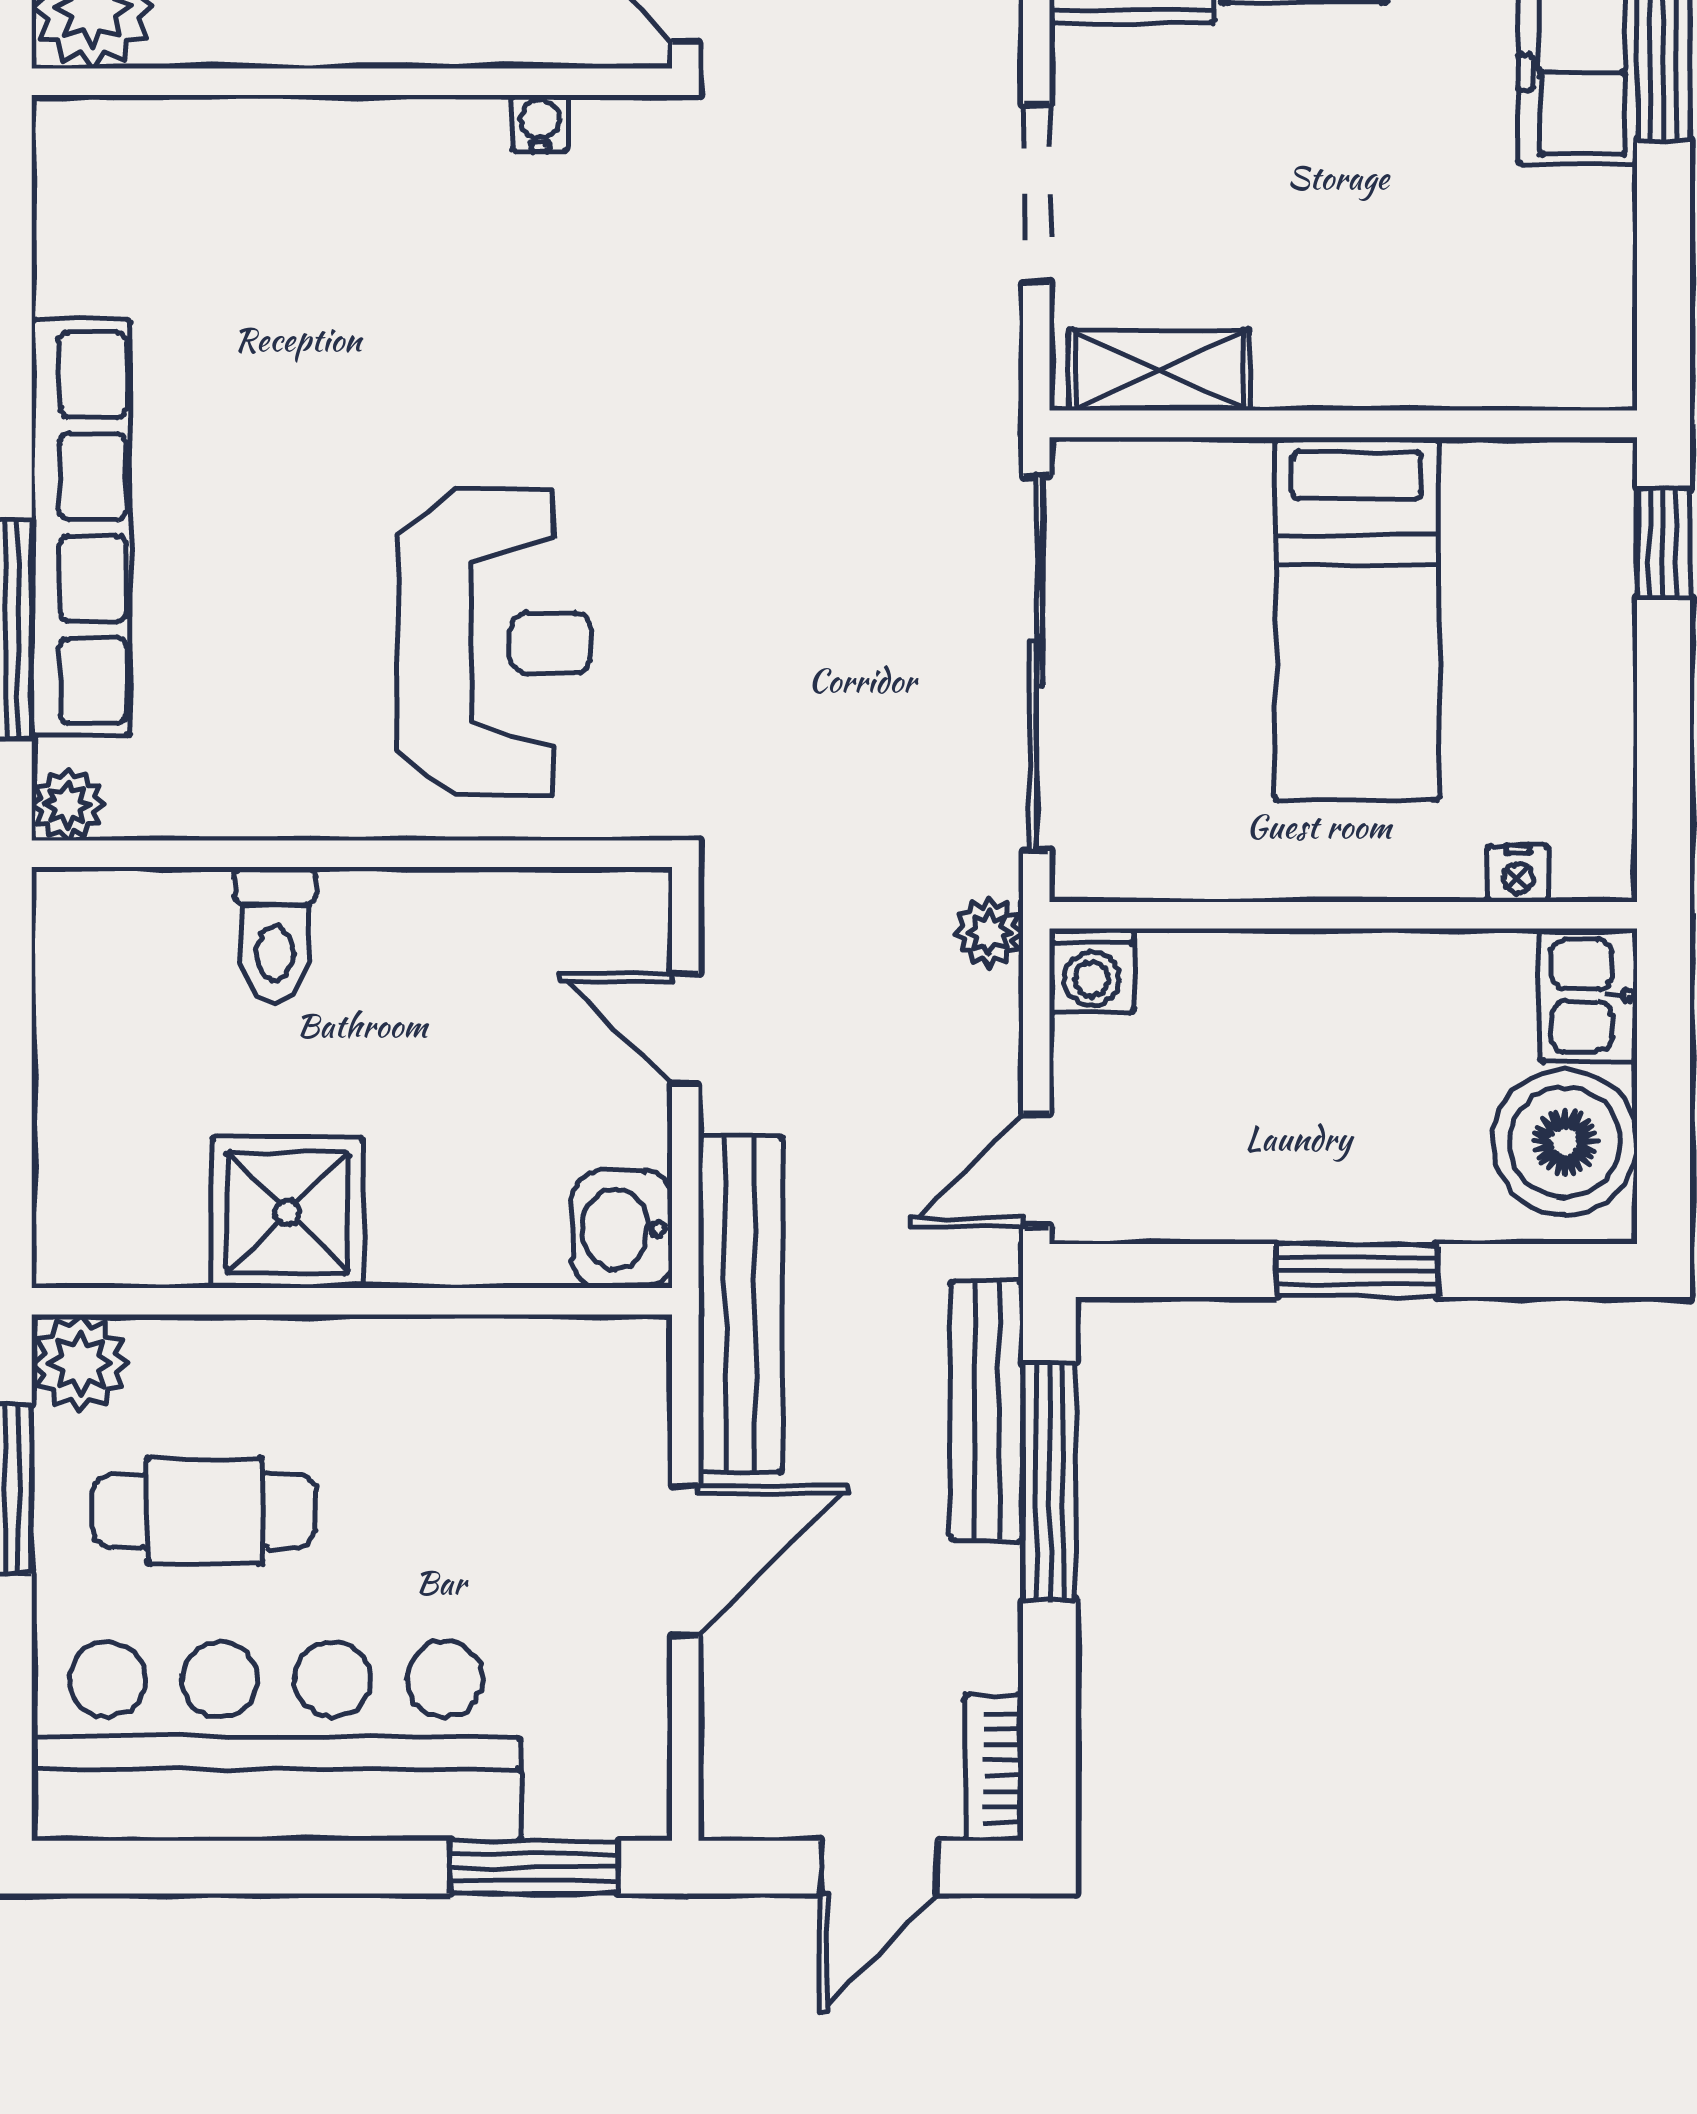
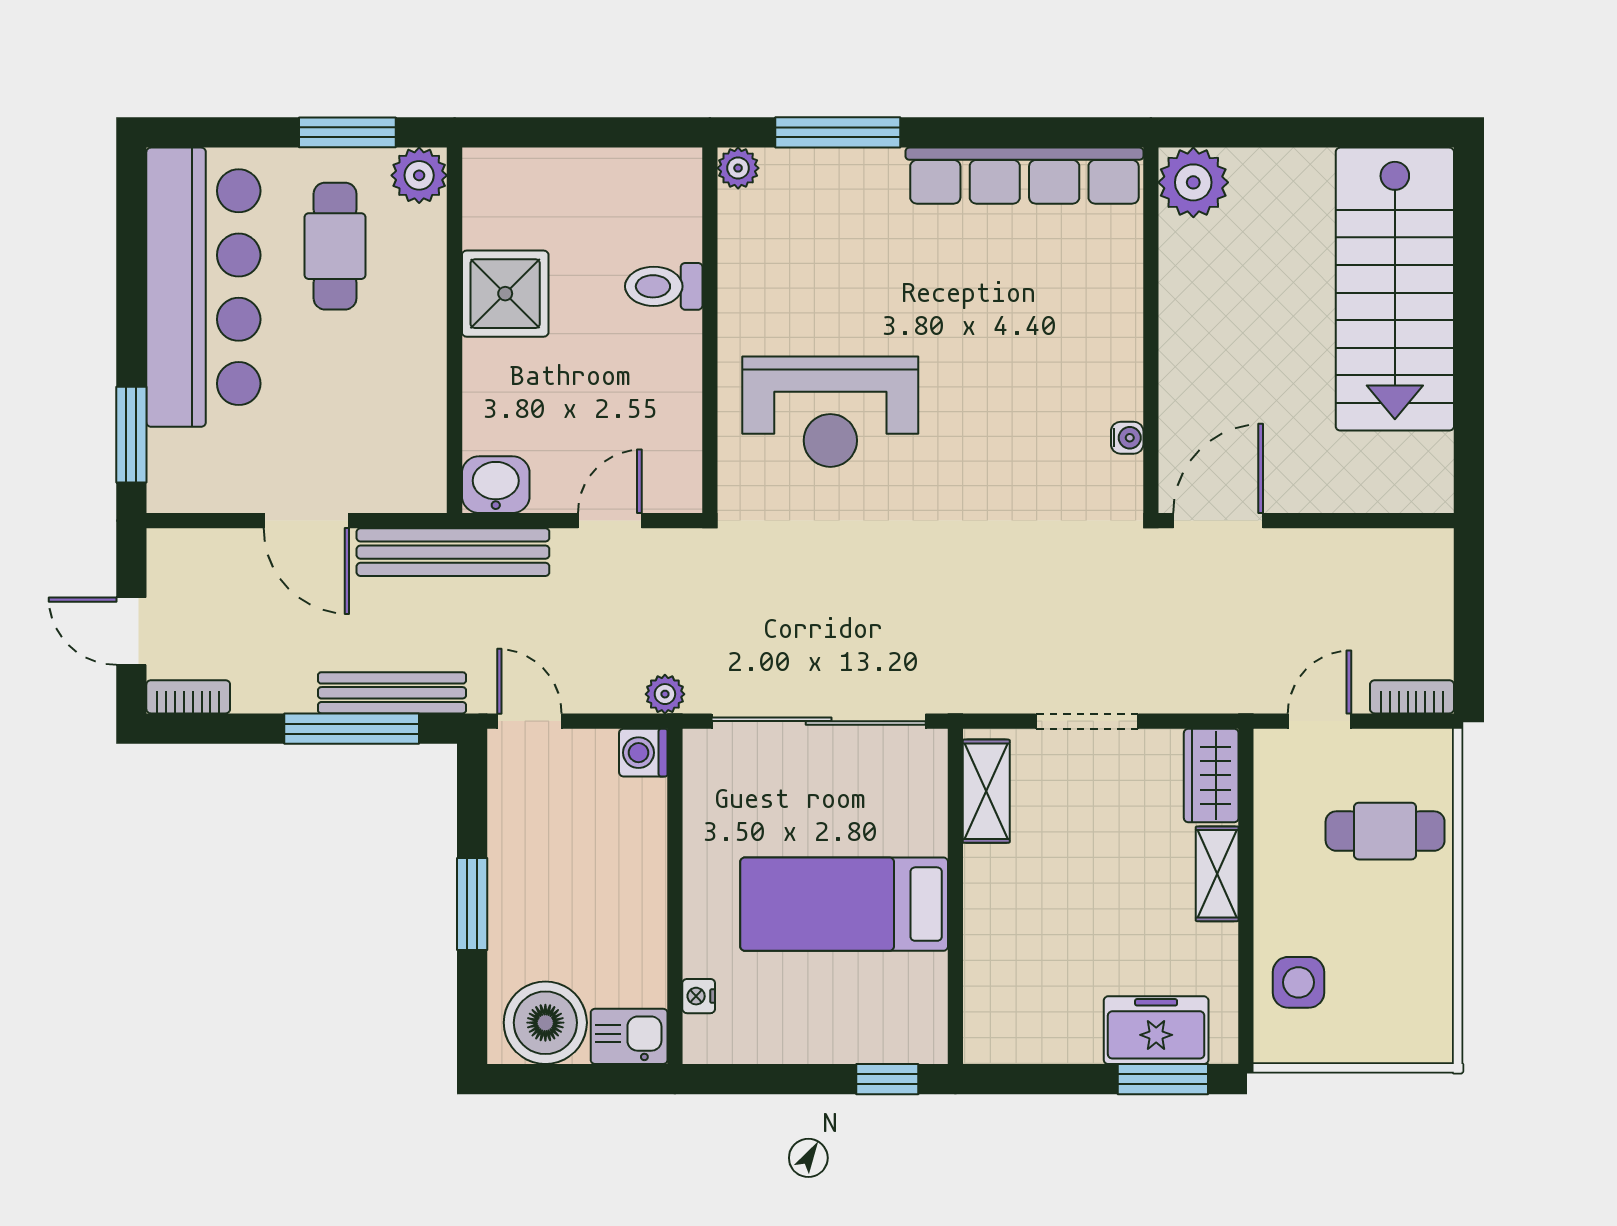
row of seats: (81, 528) -> (1024, 176), moved

